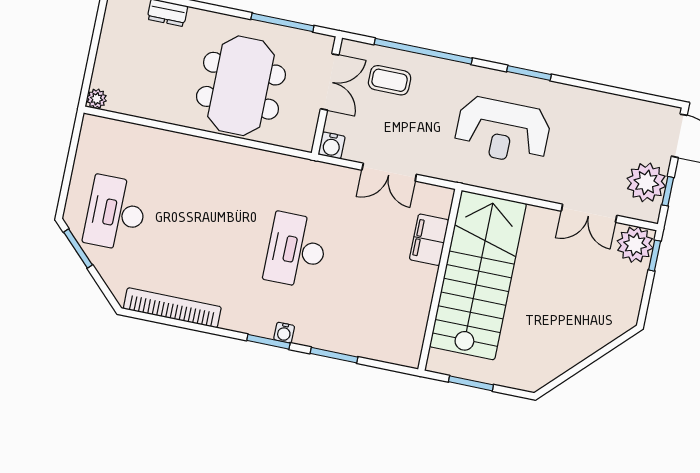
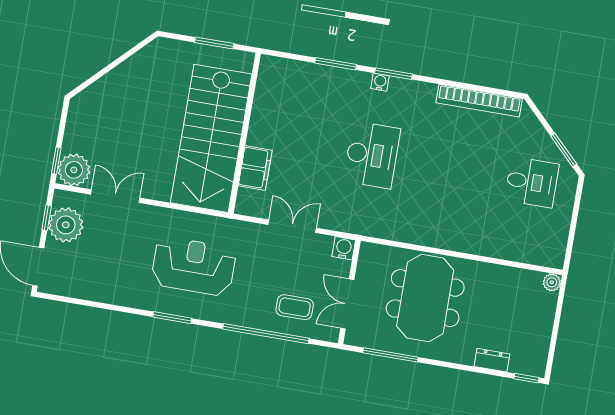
desk: (116, 213) -> (532, 182), width x0.73

